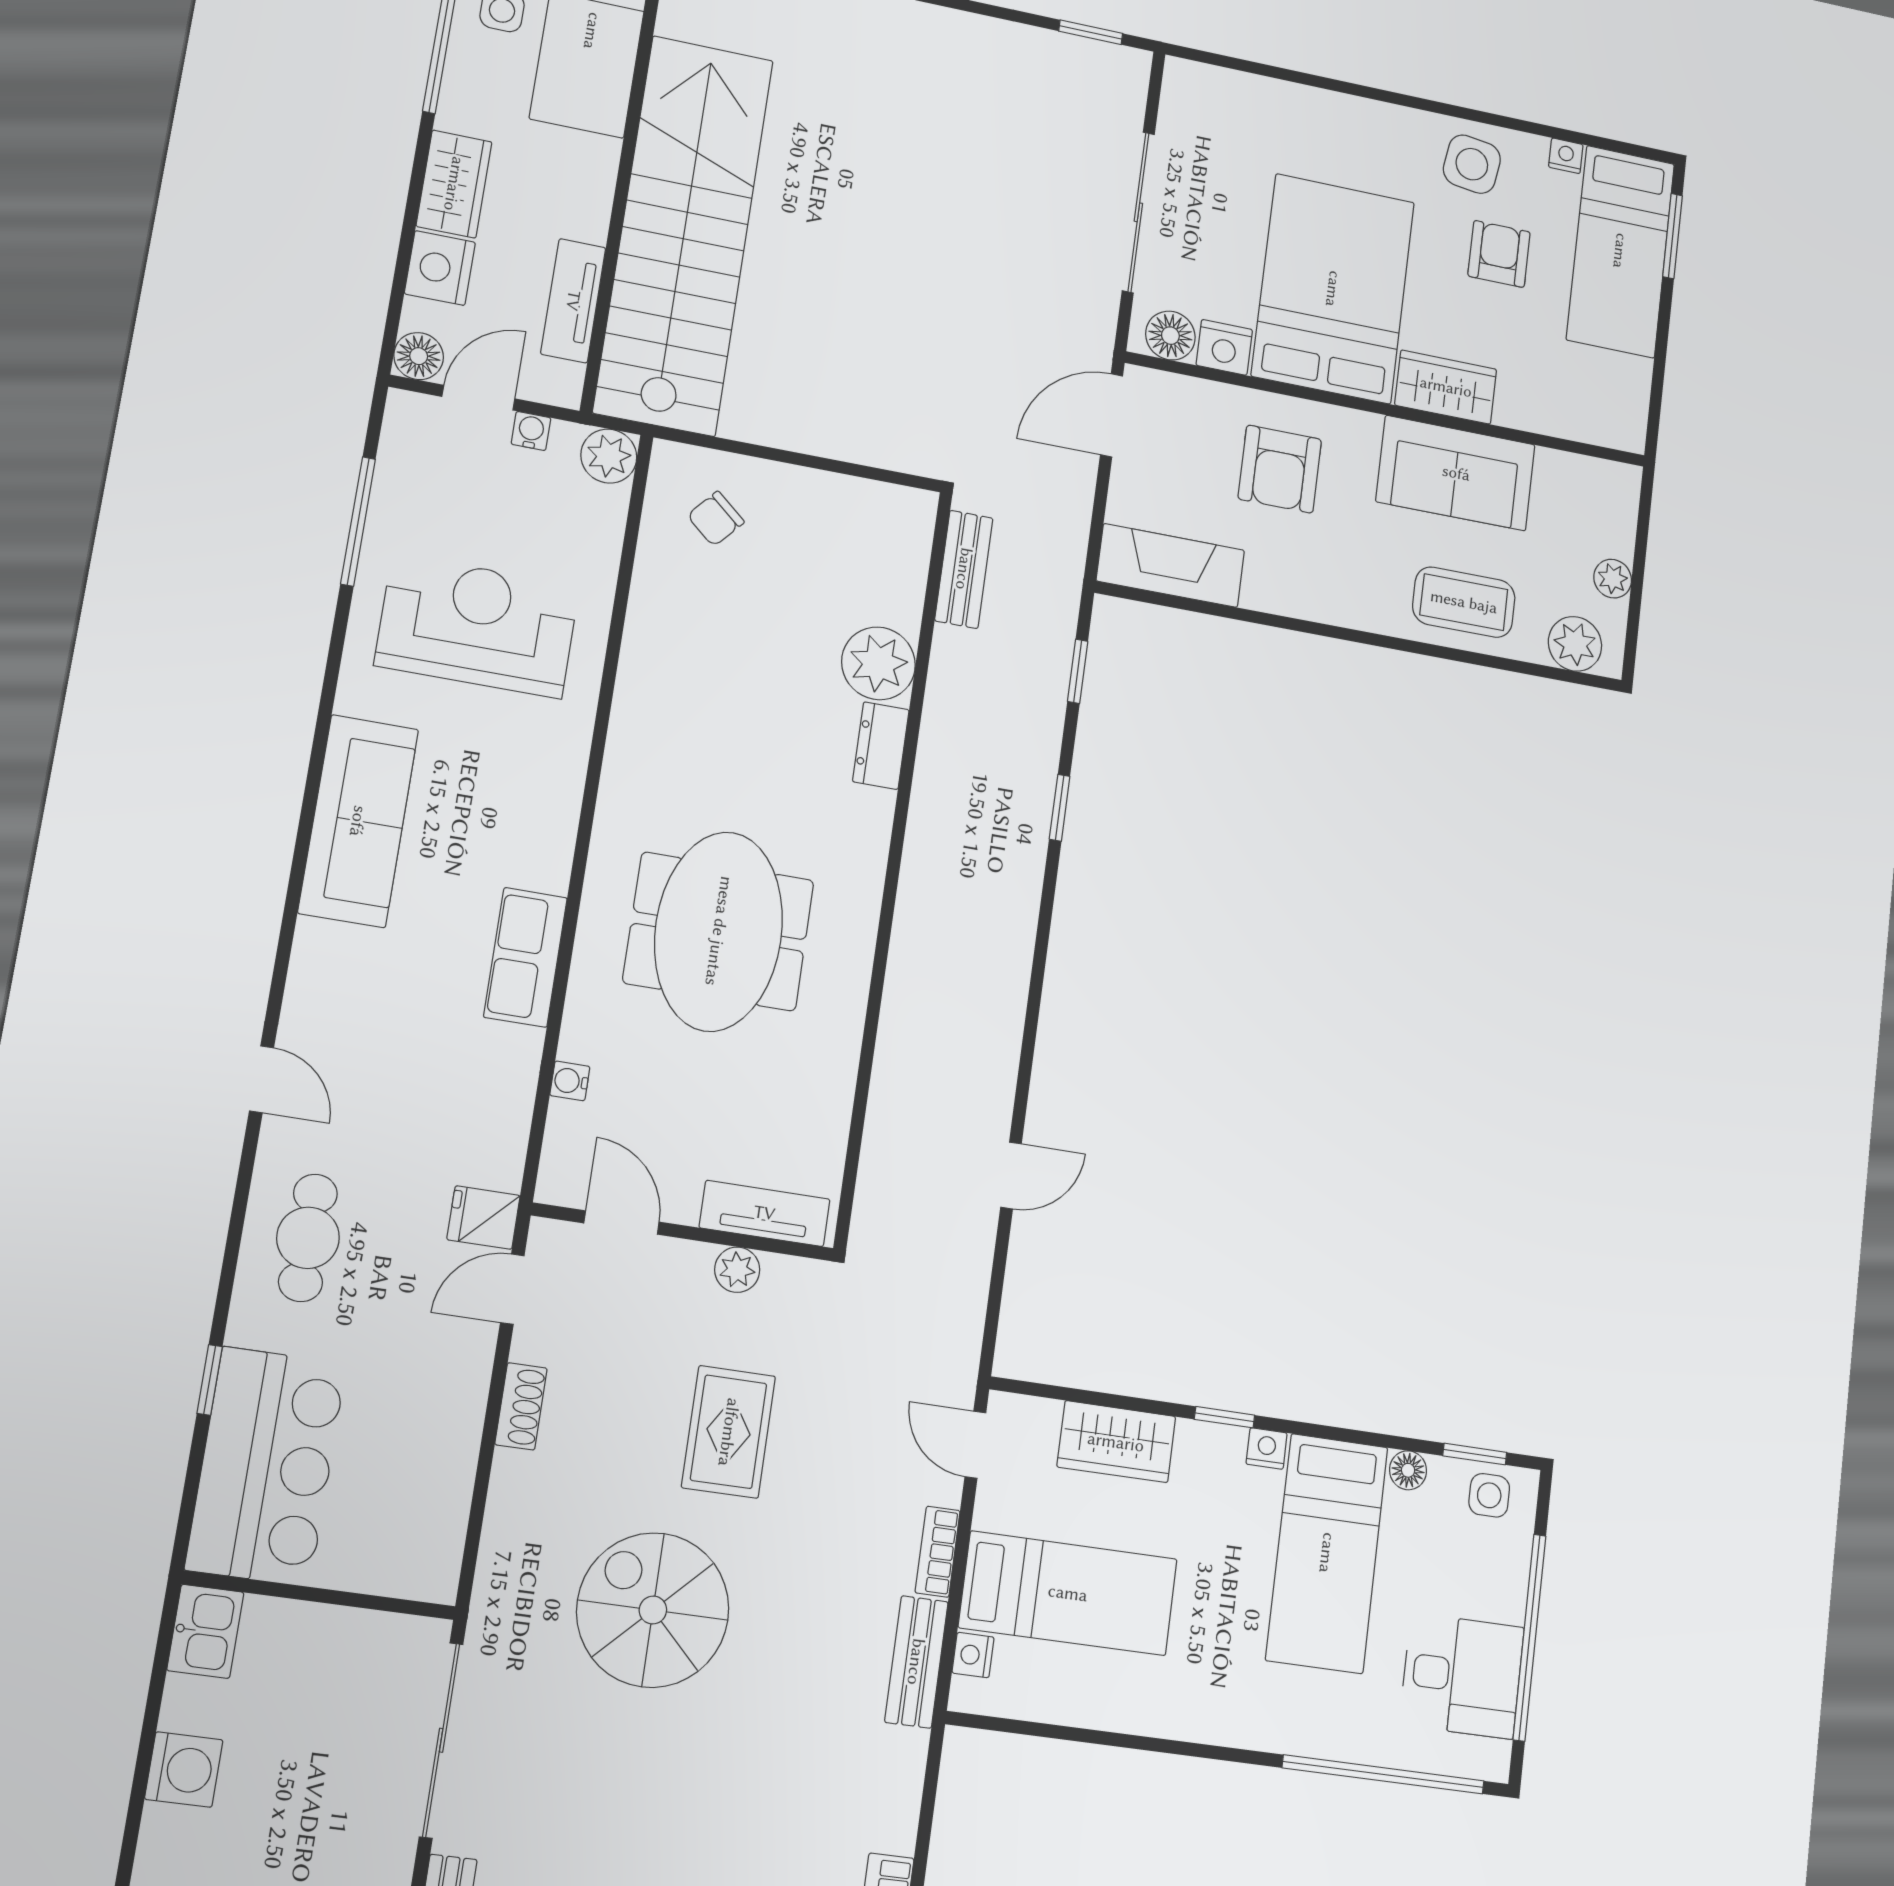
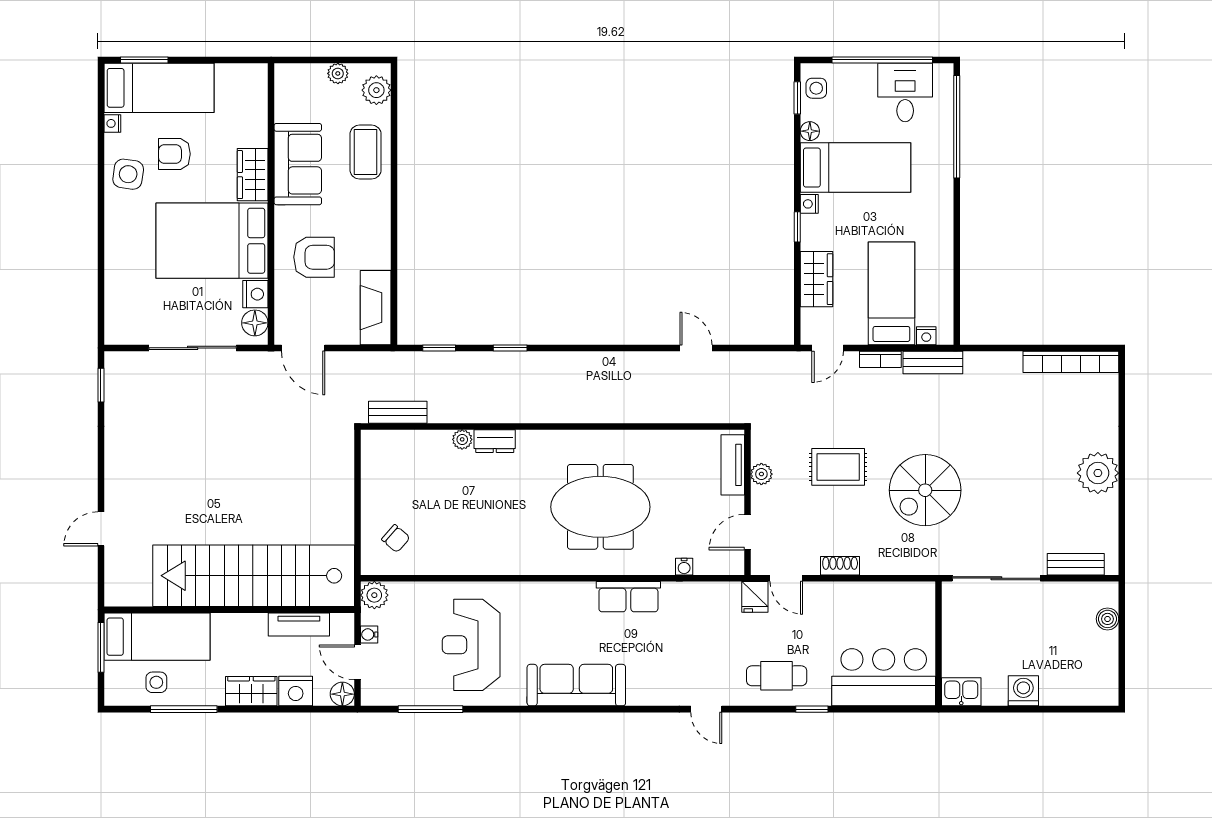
plant: (878, 663) -> (462, 439), width x0.53, depth x0.53
door: (262, 1079) -> (706, 709), swing flipped
window: (210, 1380) -> (812, 709), moved

